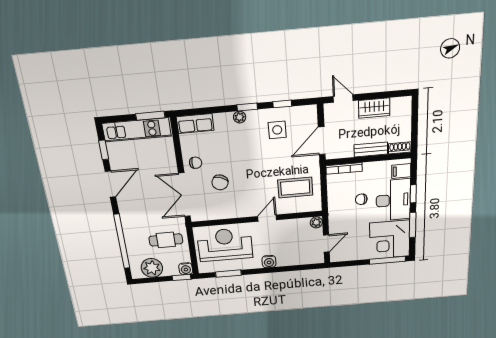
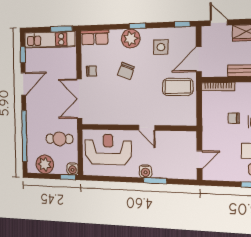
window: (282, 104) -> (182, 24), moved
plant: (240, 117) -> (131, 39), width x1.88, depth x1.88
chair: (220, 182) -> (126, 71), moved
coffee table: (295, 188) -> (178, 87), moved
door: (267, 218) -> (147, 128), swing flipped
plant: (316, 222) -> (191, 137), removed
window: (229, 274) -> (155, 181), moved

